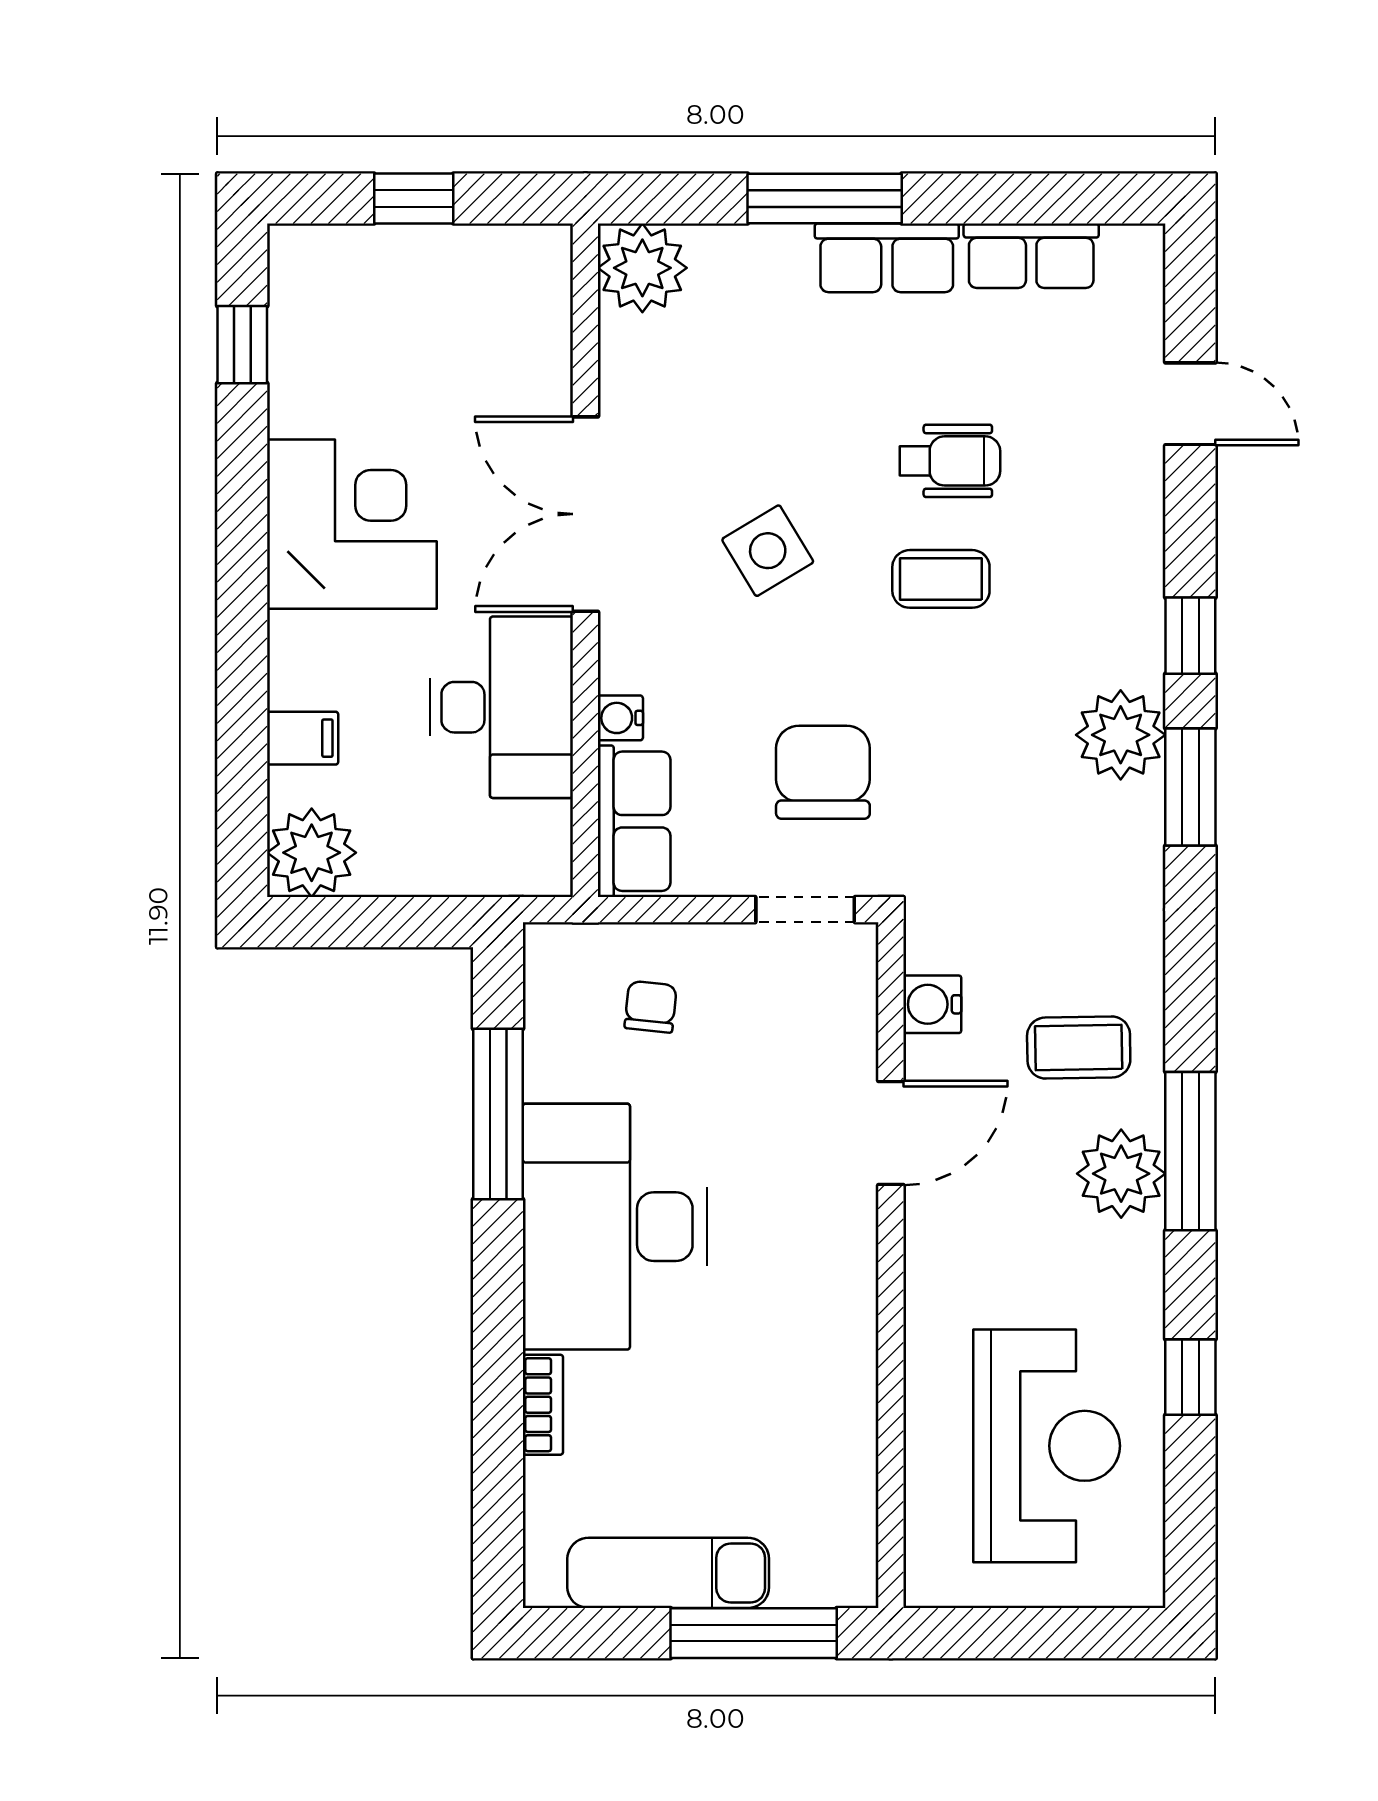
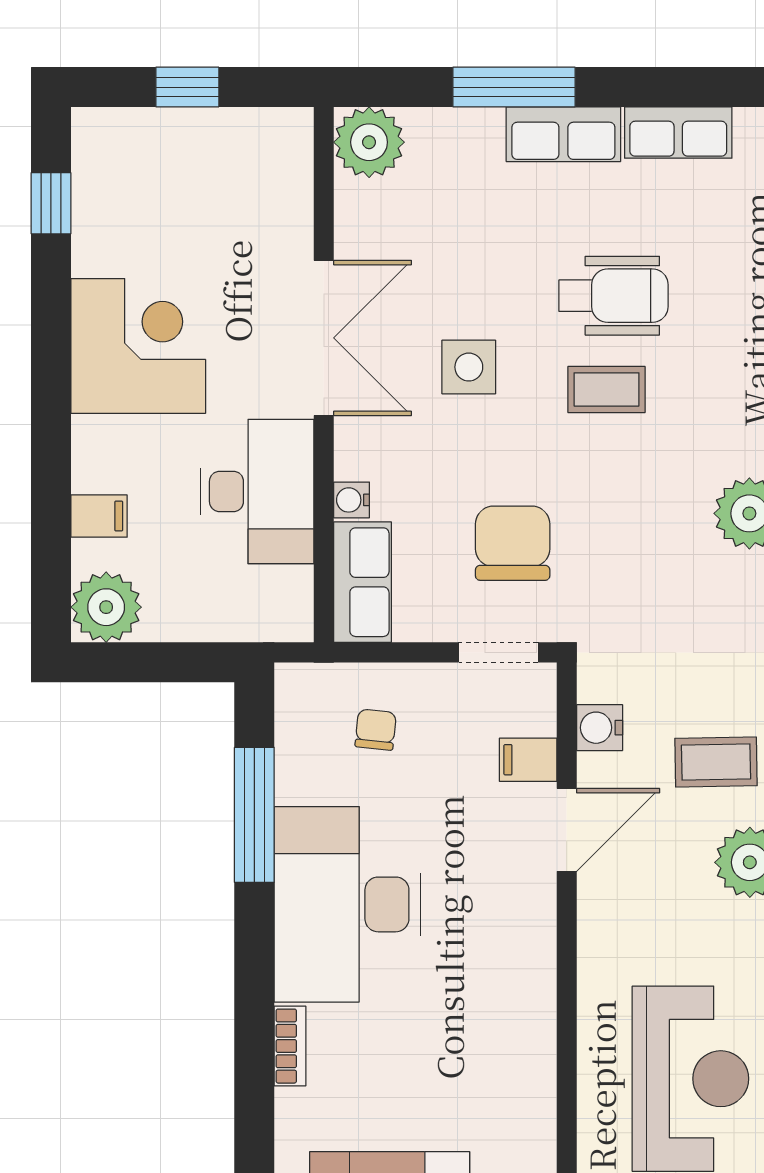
wheelchair: (950, 461) -> (614, 296), width x1.36, depth x1.37
double door: (585, 514) -> (324, 338), swing flipped
side table: (768, 551) -> (469, 367), turned 31
filing cabinet: (842, 1045) -> (528, 760), added

